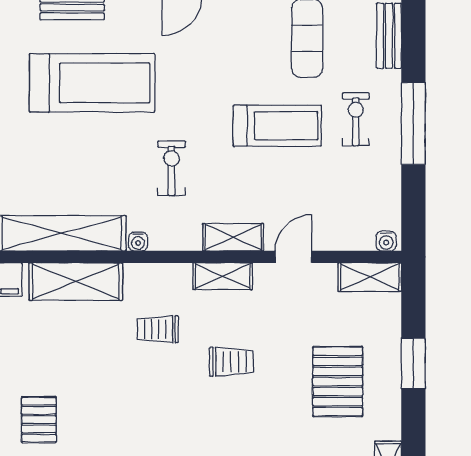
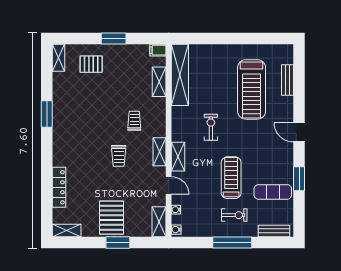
treadmill: (277, 126) -> (231, 178), turned 180
exercise bike: (172, 168) -> (211, 127), turned -90
water cooler: (138, 241) -> (176, 210), moved
shelving: (76, 282) -> (159, 82), width x0.67, depth x0.75
pallet: (338, 382) -> (112, 218), moved, turned 90

